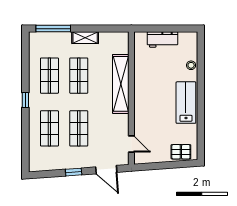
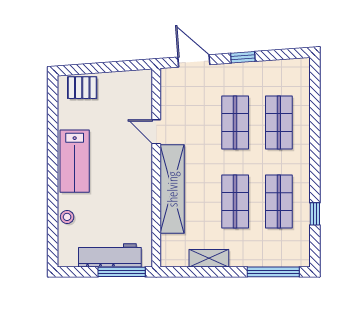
window: (155, 29) -> (122, 272), added
shelving: (85, 38) -> (209, 258), moved
workbench: (162, 40) -> (110, 255), width x1.38
window: (25, 100) -> (315, 214), moved
door: (131, 144) -> (156, 132), moved

